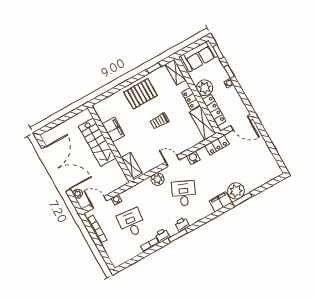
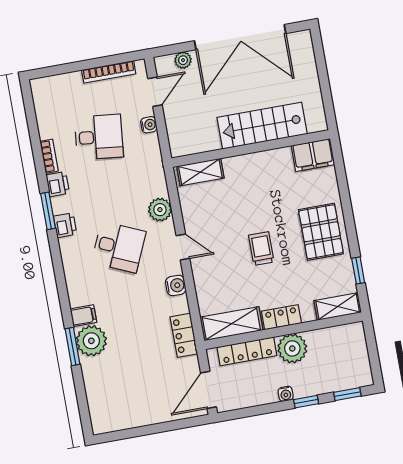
sofa: (199, 56) -> (352, 358), removed
filing cabinet: (113, 130) -> (313, 155), moved
door: (172, 161) -> (183, 247), hinge flipped
filing cabinet: (221, 202) -> (83, 316), width x0.50

